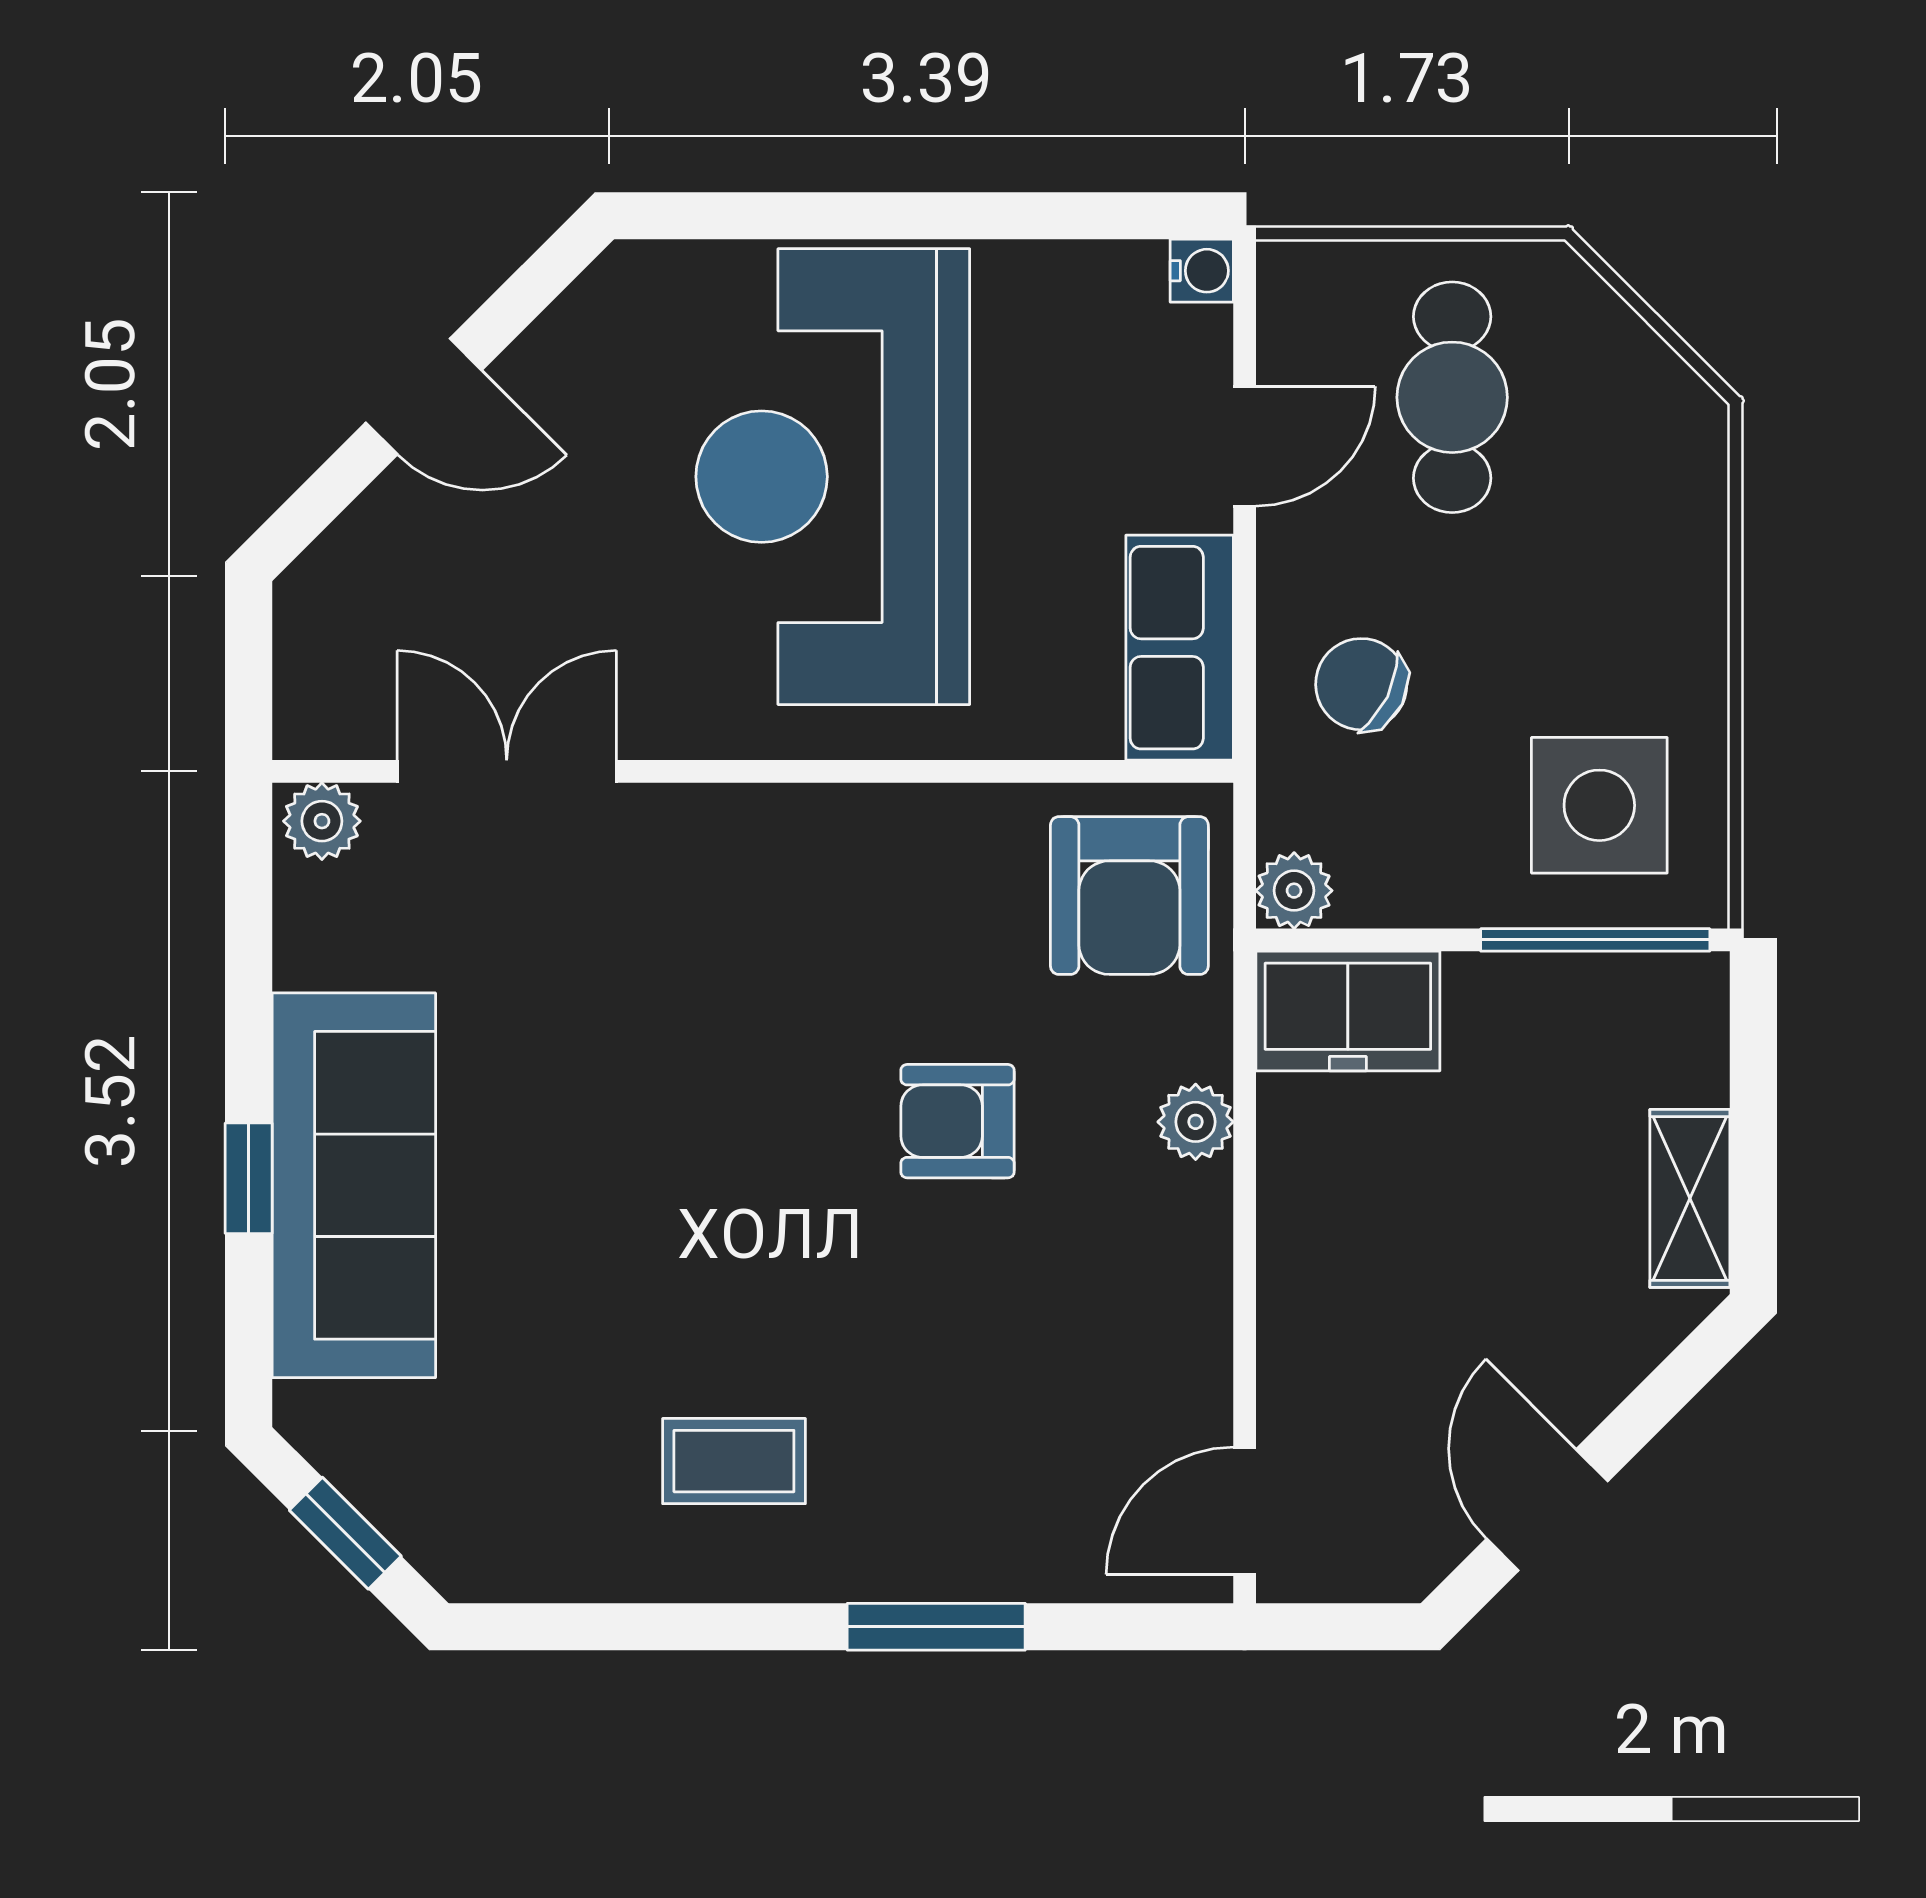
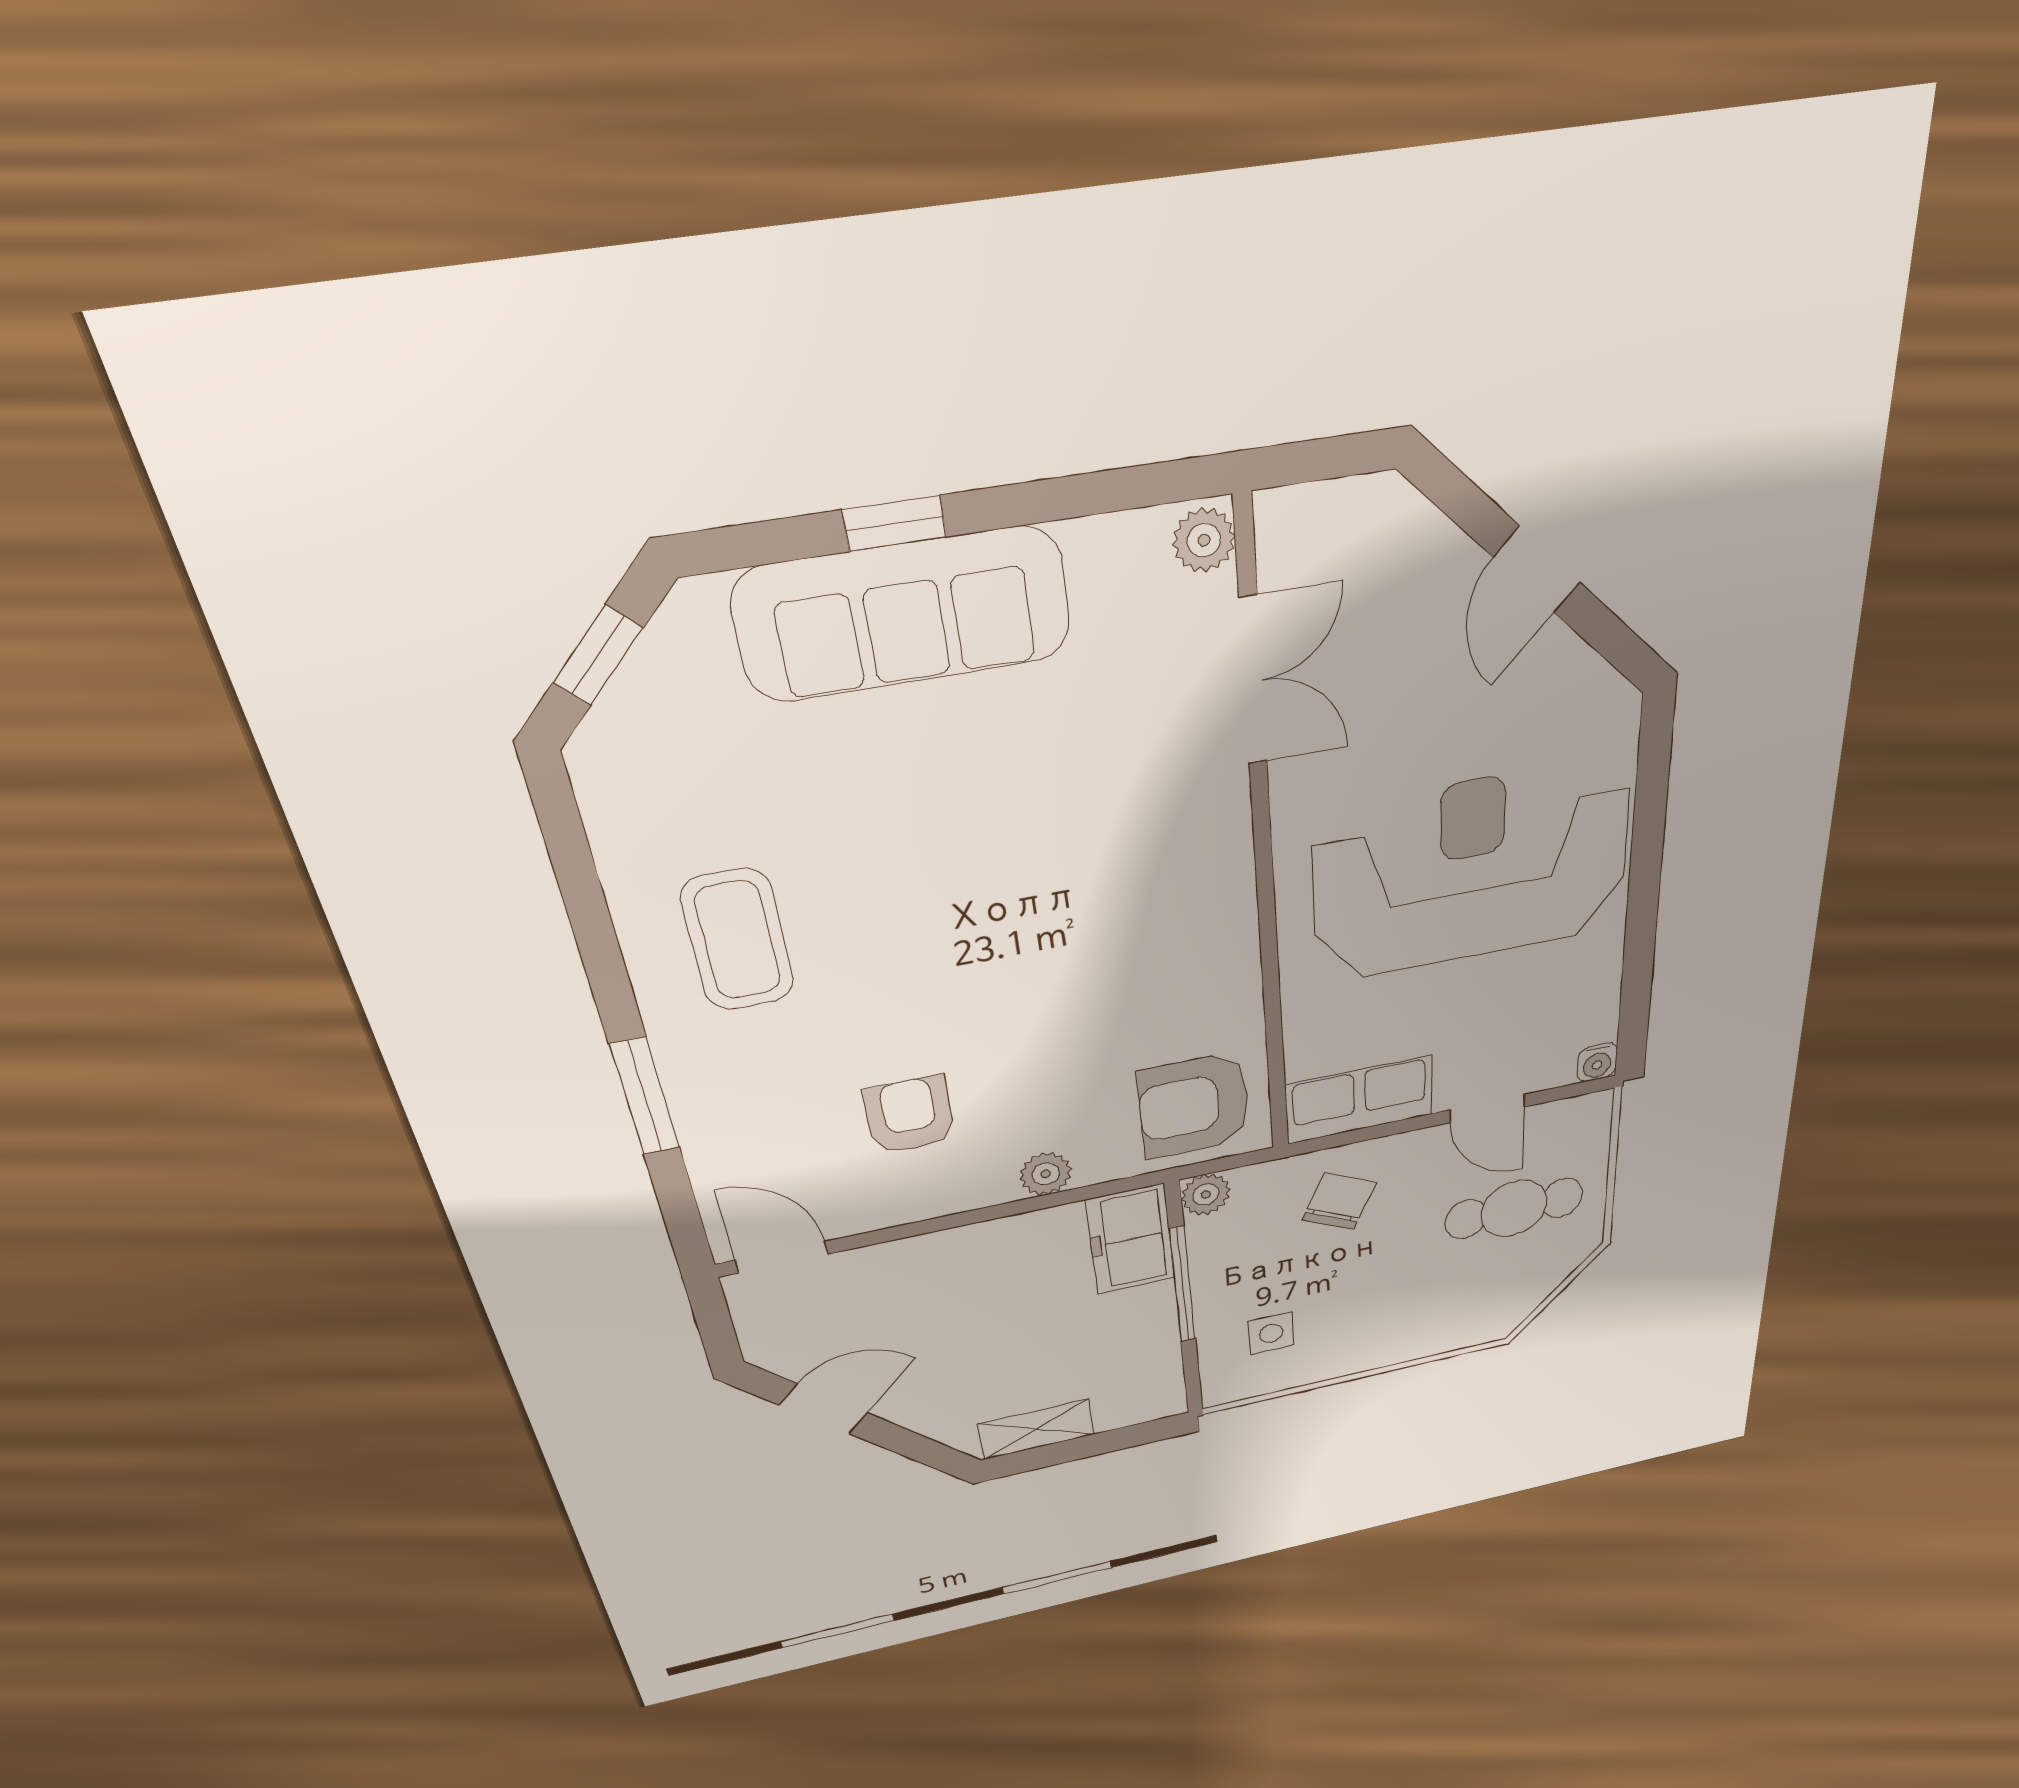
side table: (1599, 805) -> (1271, 1333), width x0.54, depth x0.54
window: (1595, 940) -> (1182, 1285), moved
armchair: (957, 1121) -> (909, 1115), moved
coffee table: (734, 1461) -> (738, 940), width x1.36, depth x1.30

